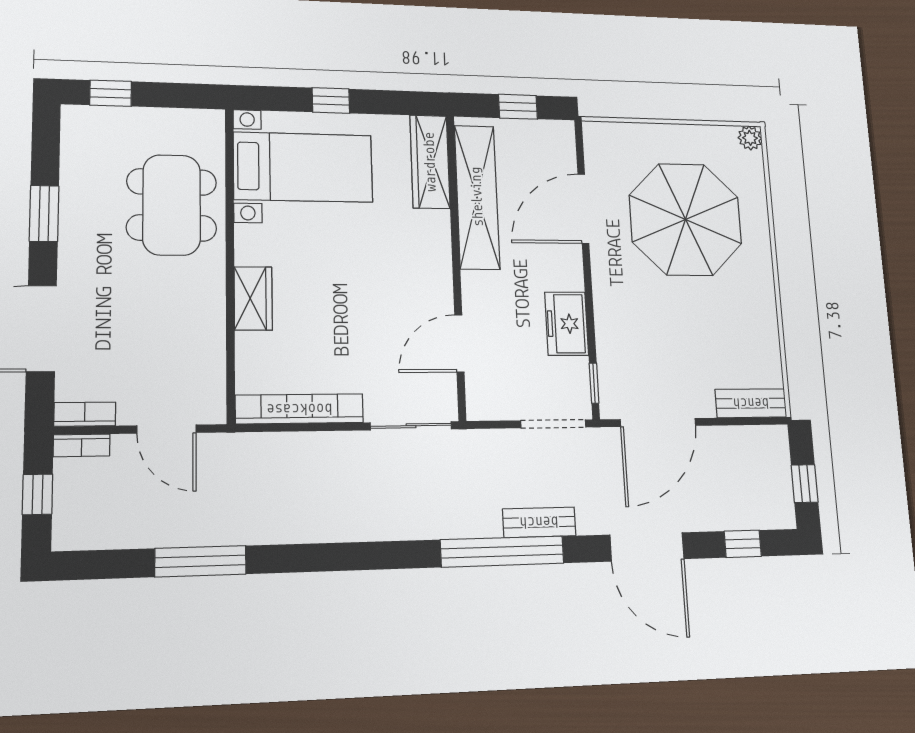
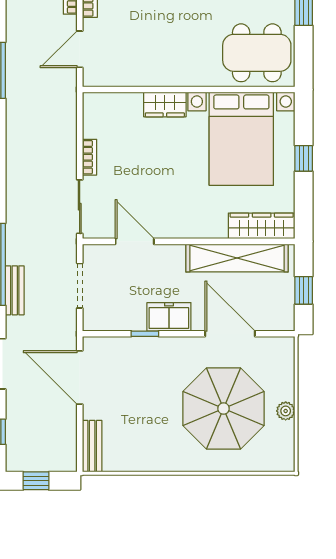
plant: (750, 138) -> (286, 411), moved
bed with nightstands: (303, 167) -> (241, 139), width x1.36
dining table: (172, 205) -> (257, 53), moved
freezer: (567, 324) -> (169, 317), moved
window: (594, 383) -> (145, 334), moved
bookcase: (300, 409) -> (89, 157), width x0.43, depth x0.76
doorway: (553, 424) -> (80, 286), moved

